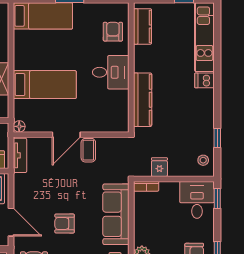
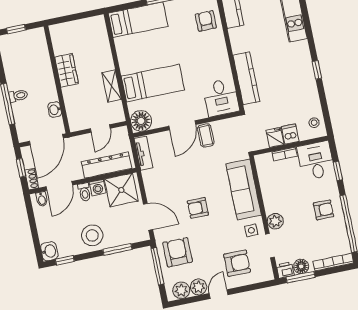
desk: (111, 72) -> (221, 98), moved, turned 90
dishwasher: (204, 80) -> (290, 134), moved, turned 90
floor lamp: (19, 126) -> (141, 121), width x1.89, depth x1.89
window: (217, 138) -> (317, 70), moved
bookcase: (146, 186) -> (285, 154), moved
window: (217, 198) -> (338, 171), moved

